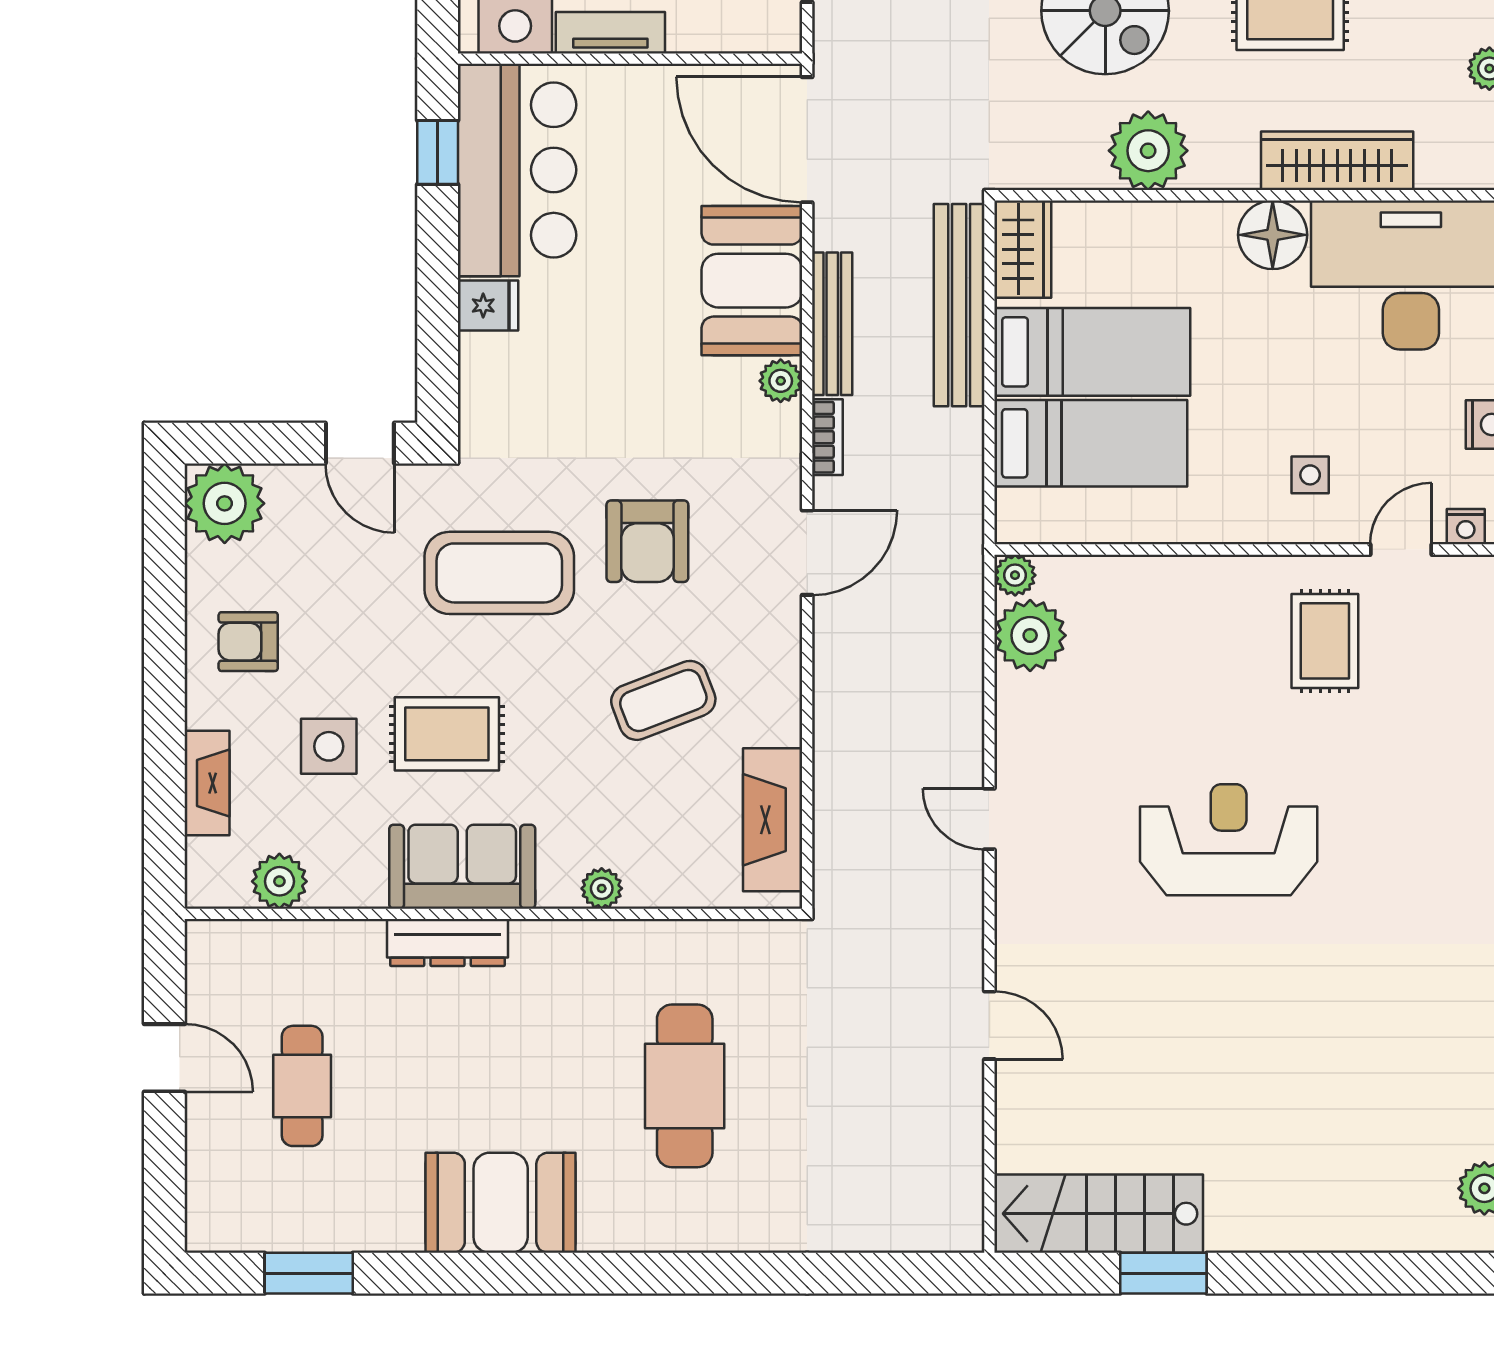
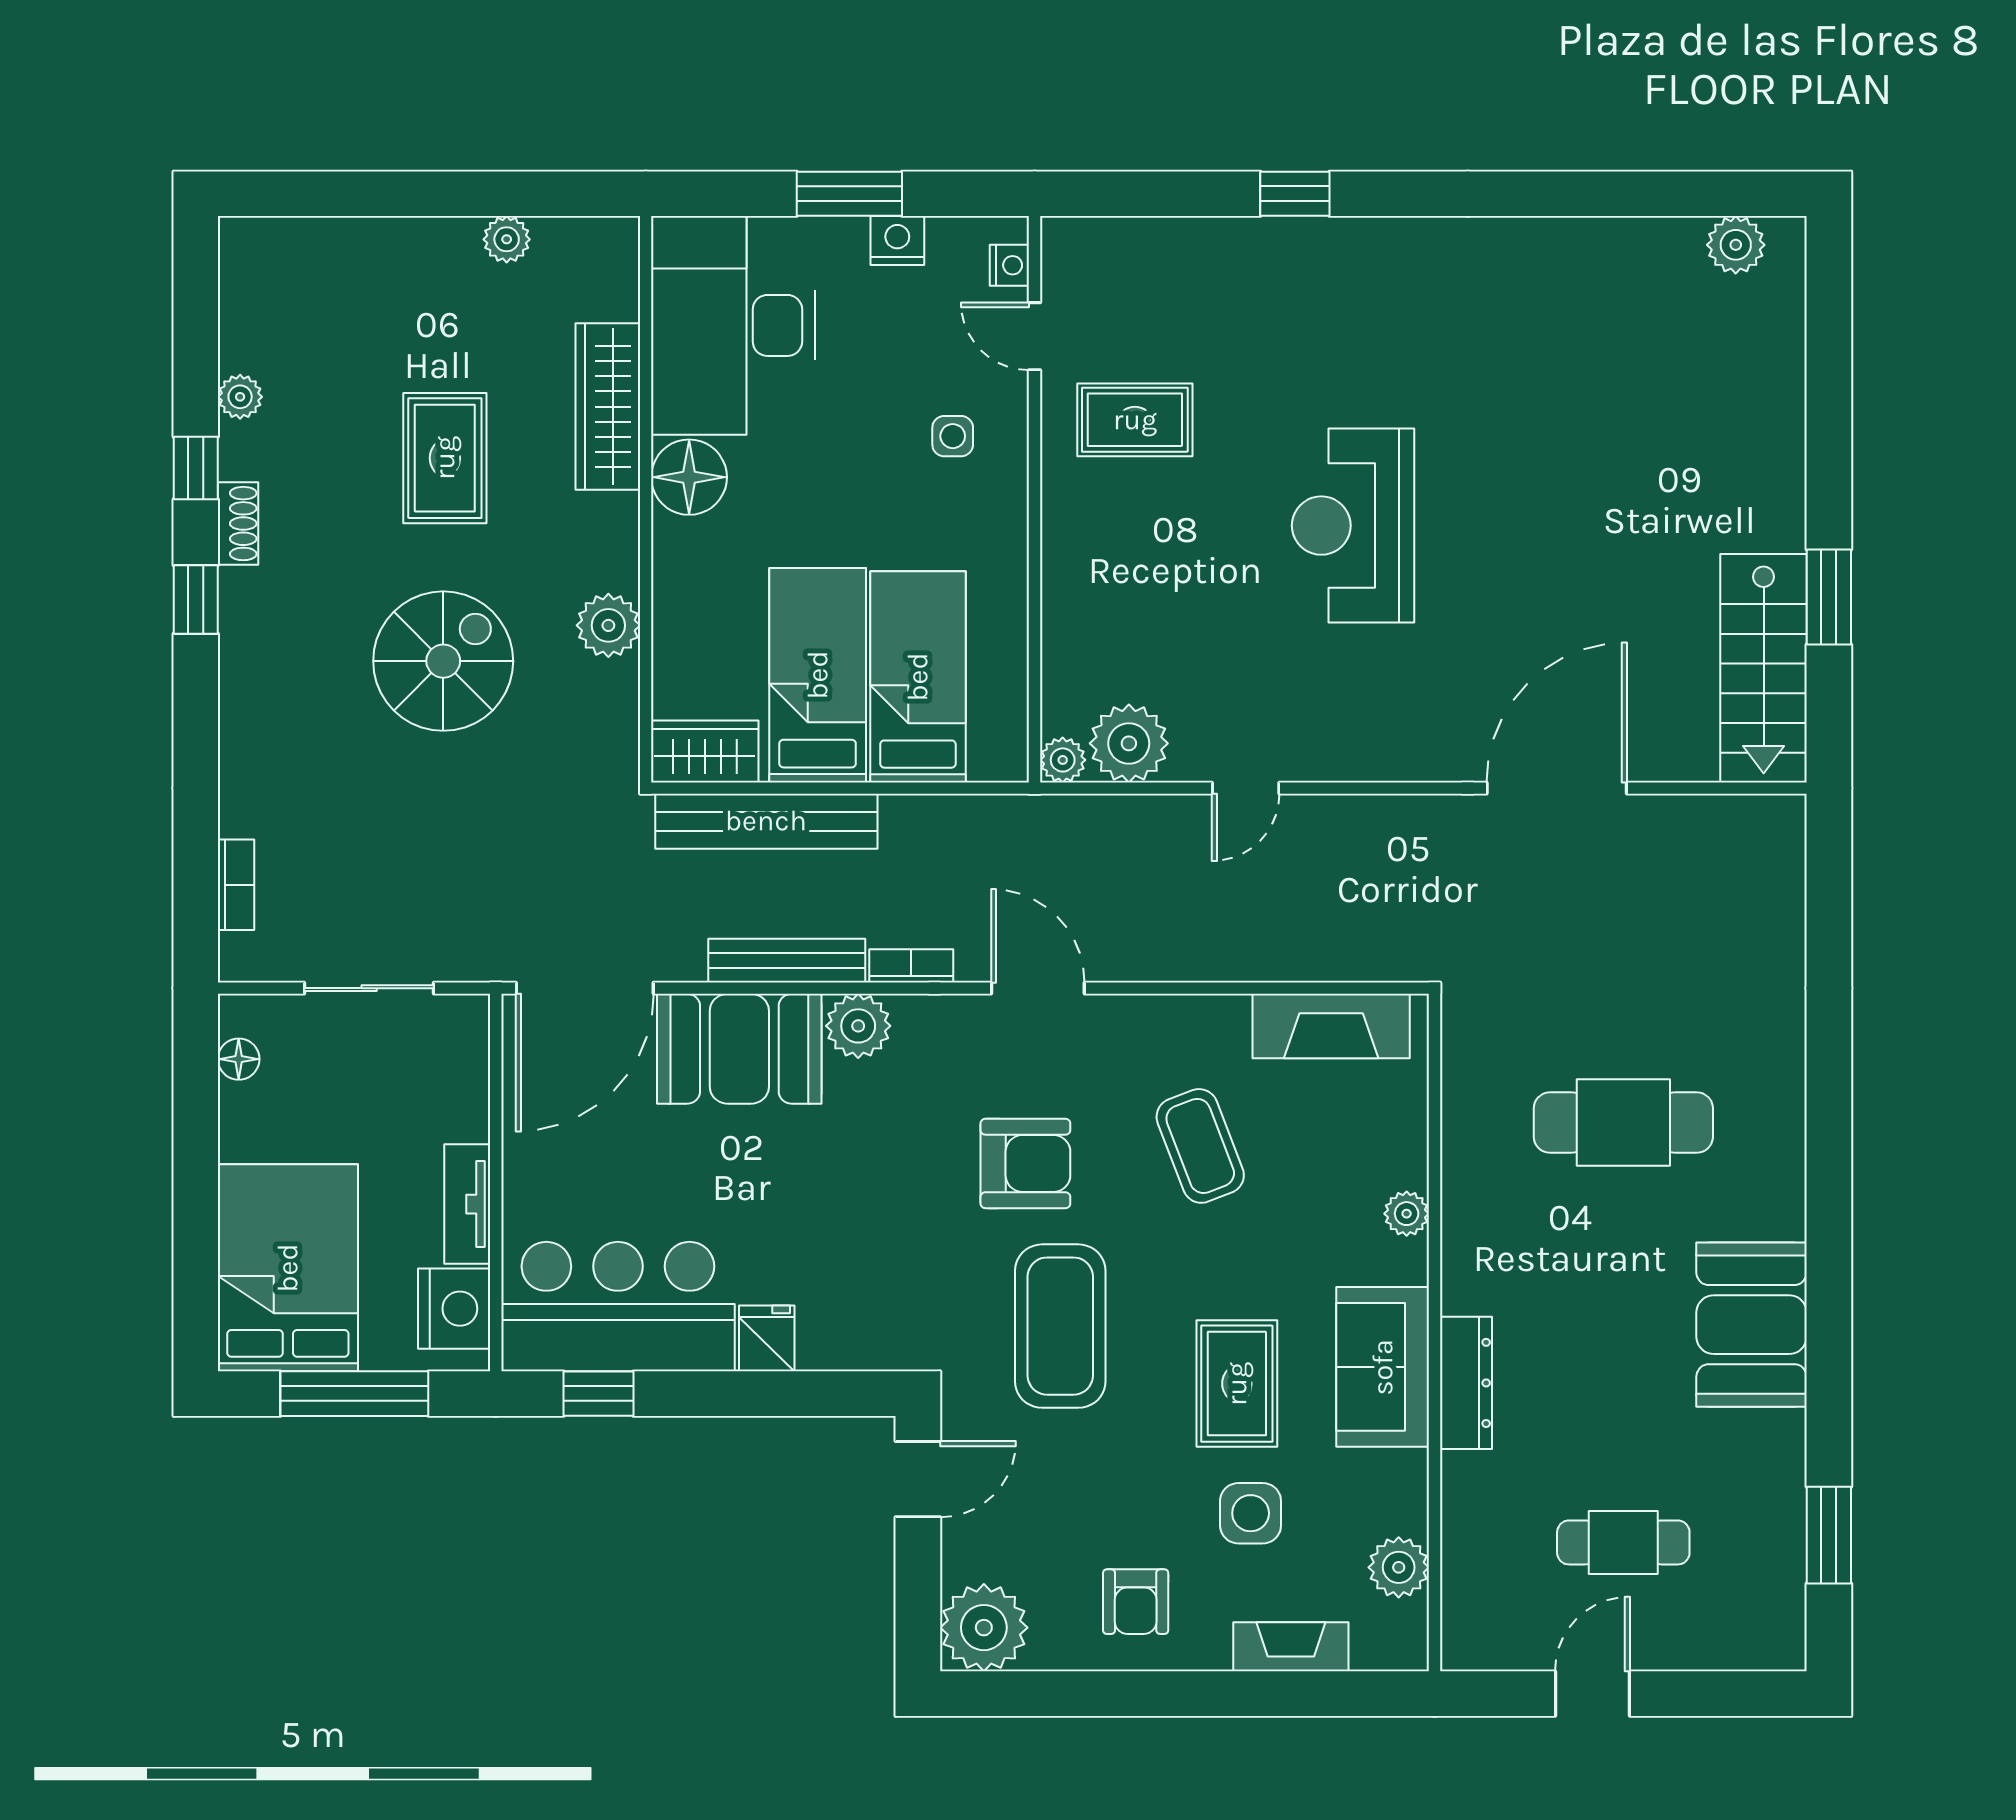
plant: (1148, 151) -> (608, 625), width x0.73, depth x0.73
plant: (781, 381) -> (858, 1026), width x1.38, depth x1.38
door: (989, 819) -> (1246, 788), moved
door: (989, 1025) -> (1557, 788), width x1.88

